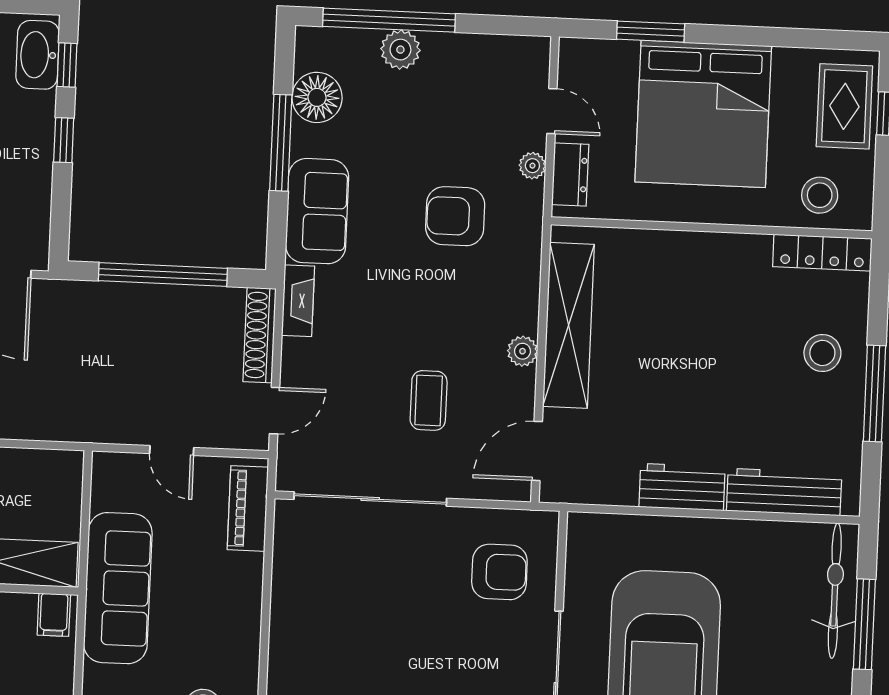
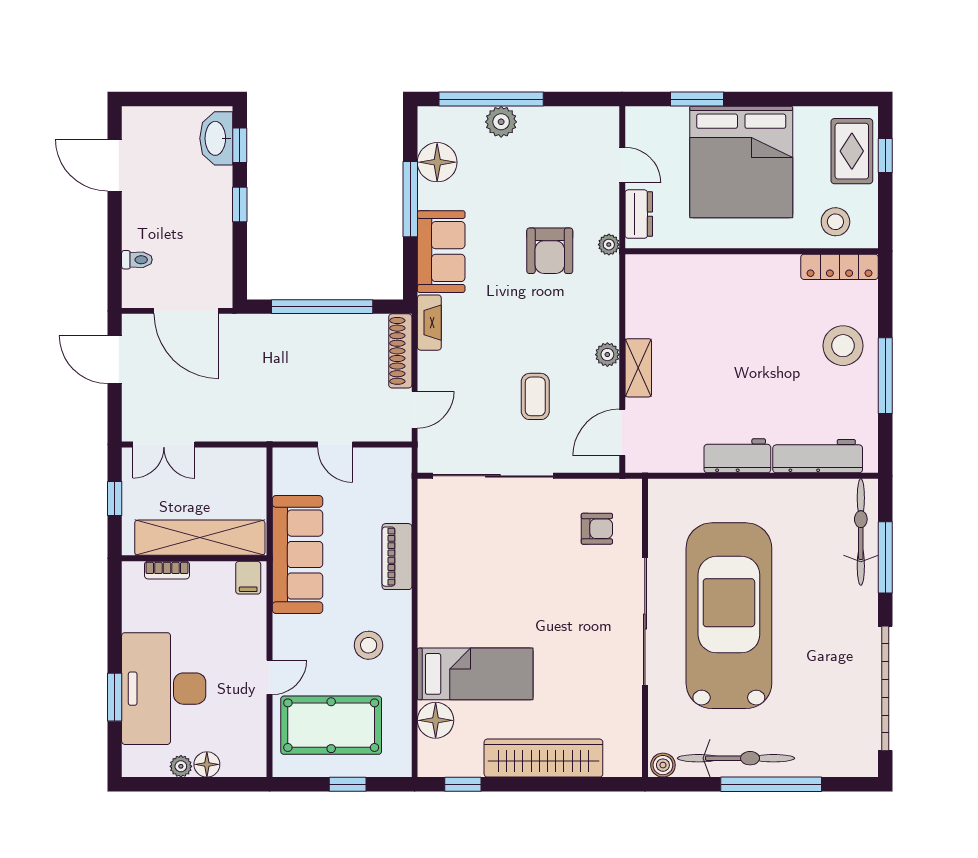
plant: (532, 166) -> (609, 245), moved
armchair: (455, 216) -> (550, 251), turned -90
shelving: (569, 325) -> (638, 368), width x0.45, depth x0.75
stool: (822, 353) -> (843, 346), width x1.38, depth x1.38
piano: (248, 508) -> (397, 557), moved
armchair: (499, 572) -> (597, 529), width x0.72, depth x0.72

